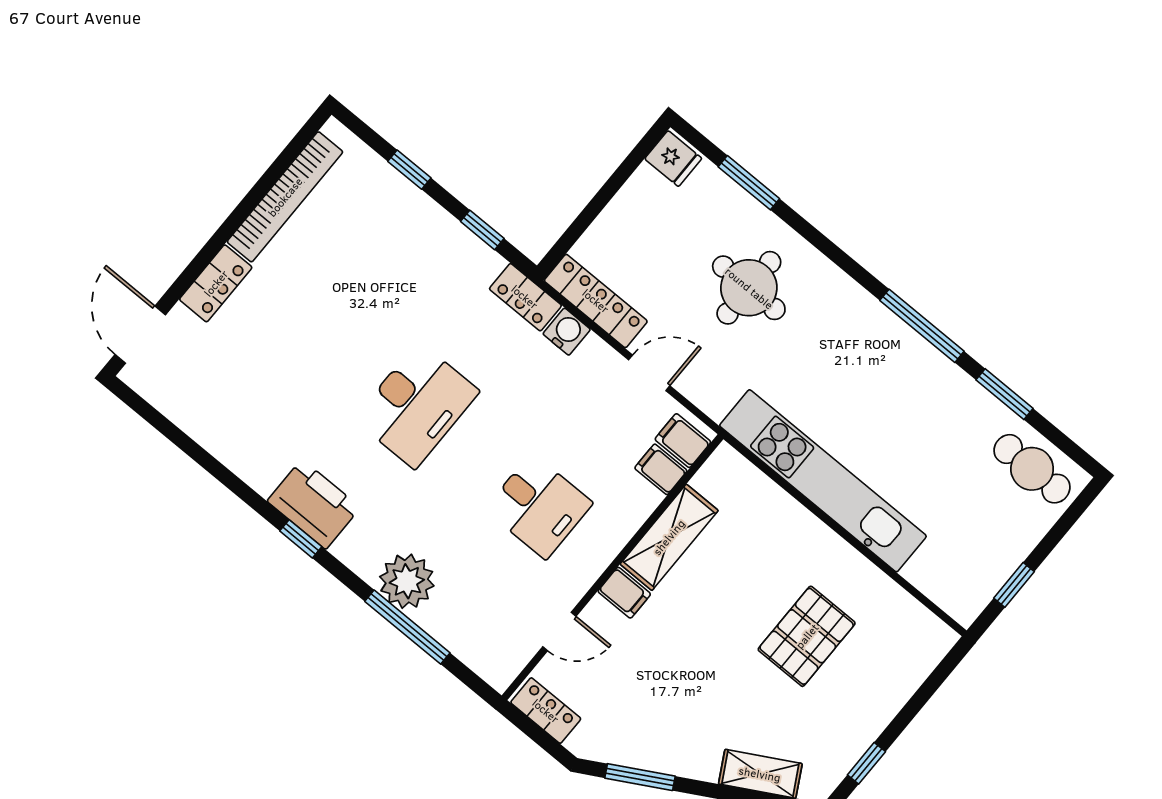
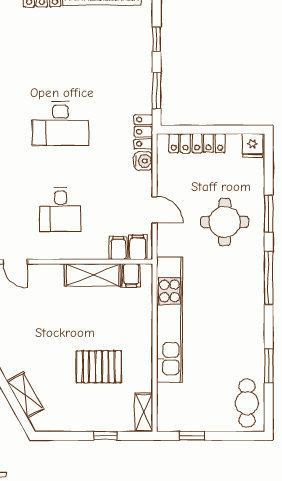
window: (749, 183) -> (269, 214), moved
window: (482, 230) -> (157, 90), width x1.50
locker: (596, 301) -> (197, 143), moved, turned 90
window: (922, 326) -> (269, 278), moved
filing cabinet: (624, 593) -> (131, 275), moved
shelving: (924, 626) -> (144, 412), added
window: (866, 763) -> (105, 436), moved

